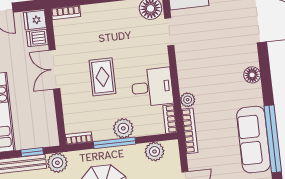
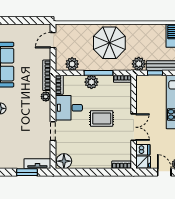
doorway: (169, 32) -> (53, 131), moved
rug: (103, 77) -> (102, 118), turned 90

